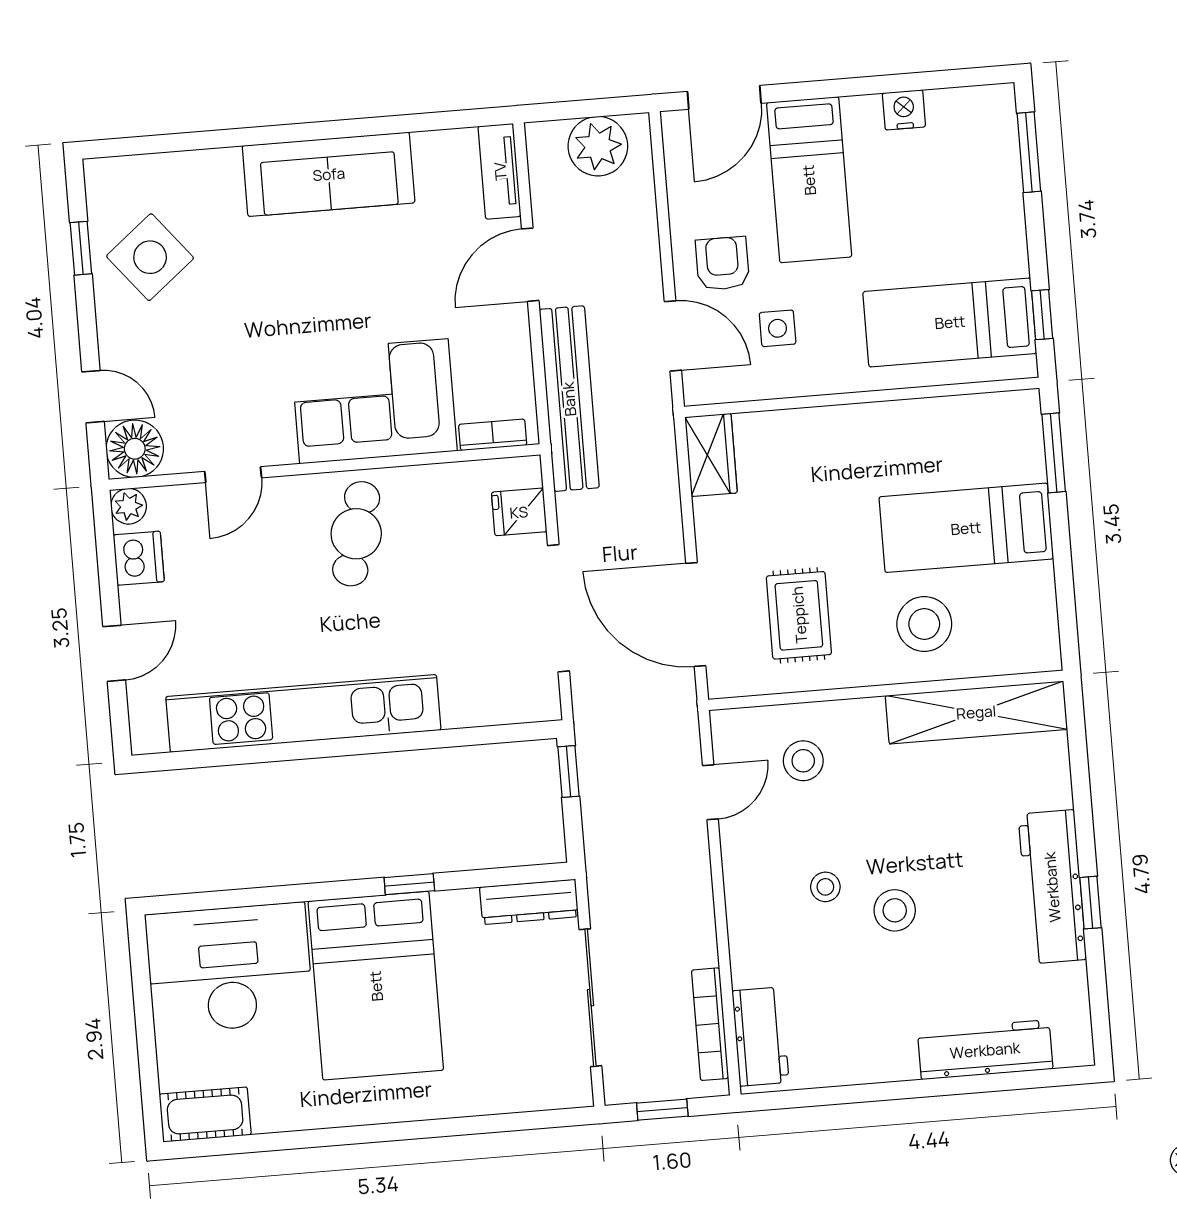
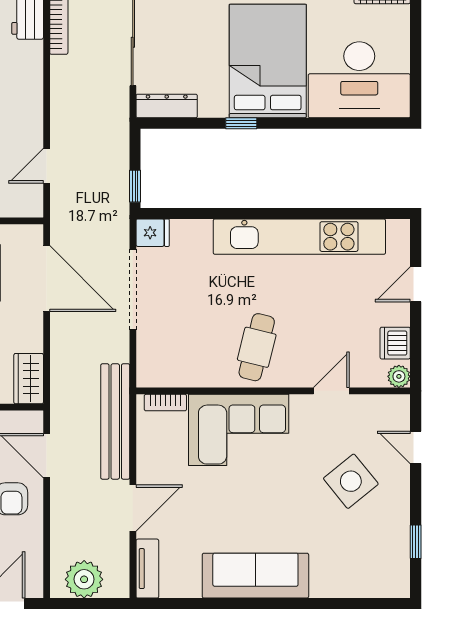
side table: (150, 257) -> (351, 481), moved
floor lamp: (135, 449) -> (392, 412), removed
fridge: (519, 512) -> (153, 233), moved

